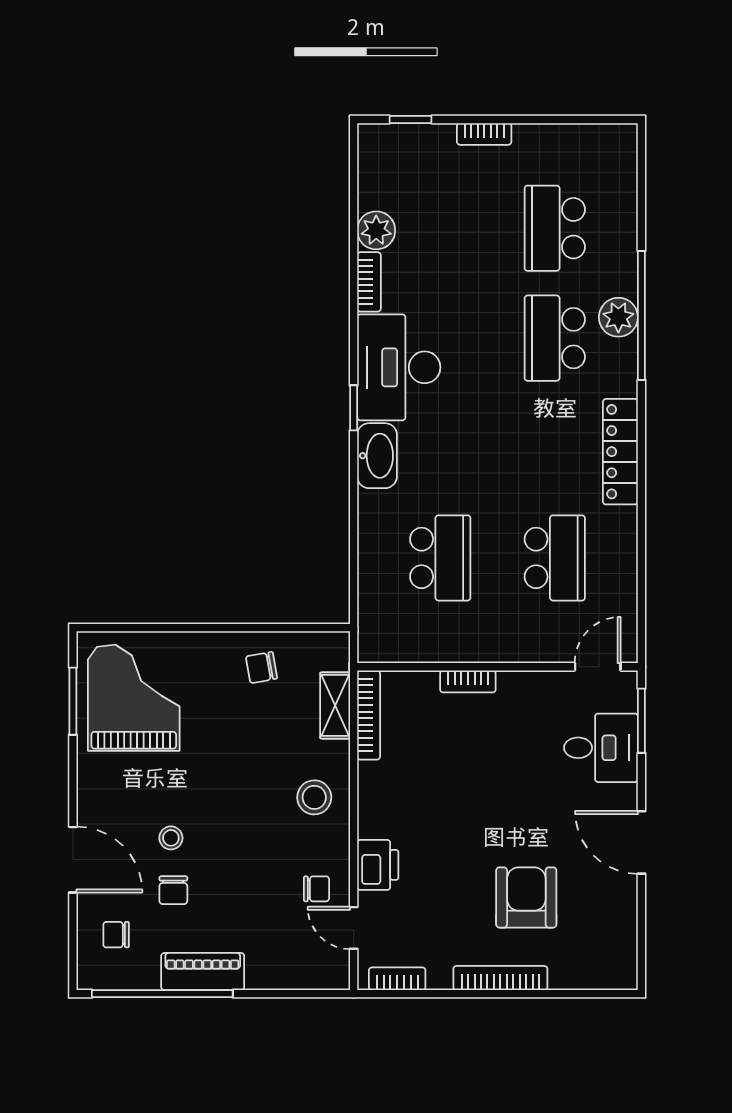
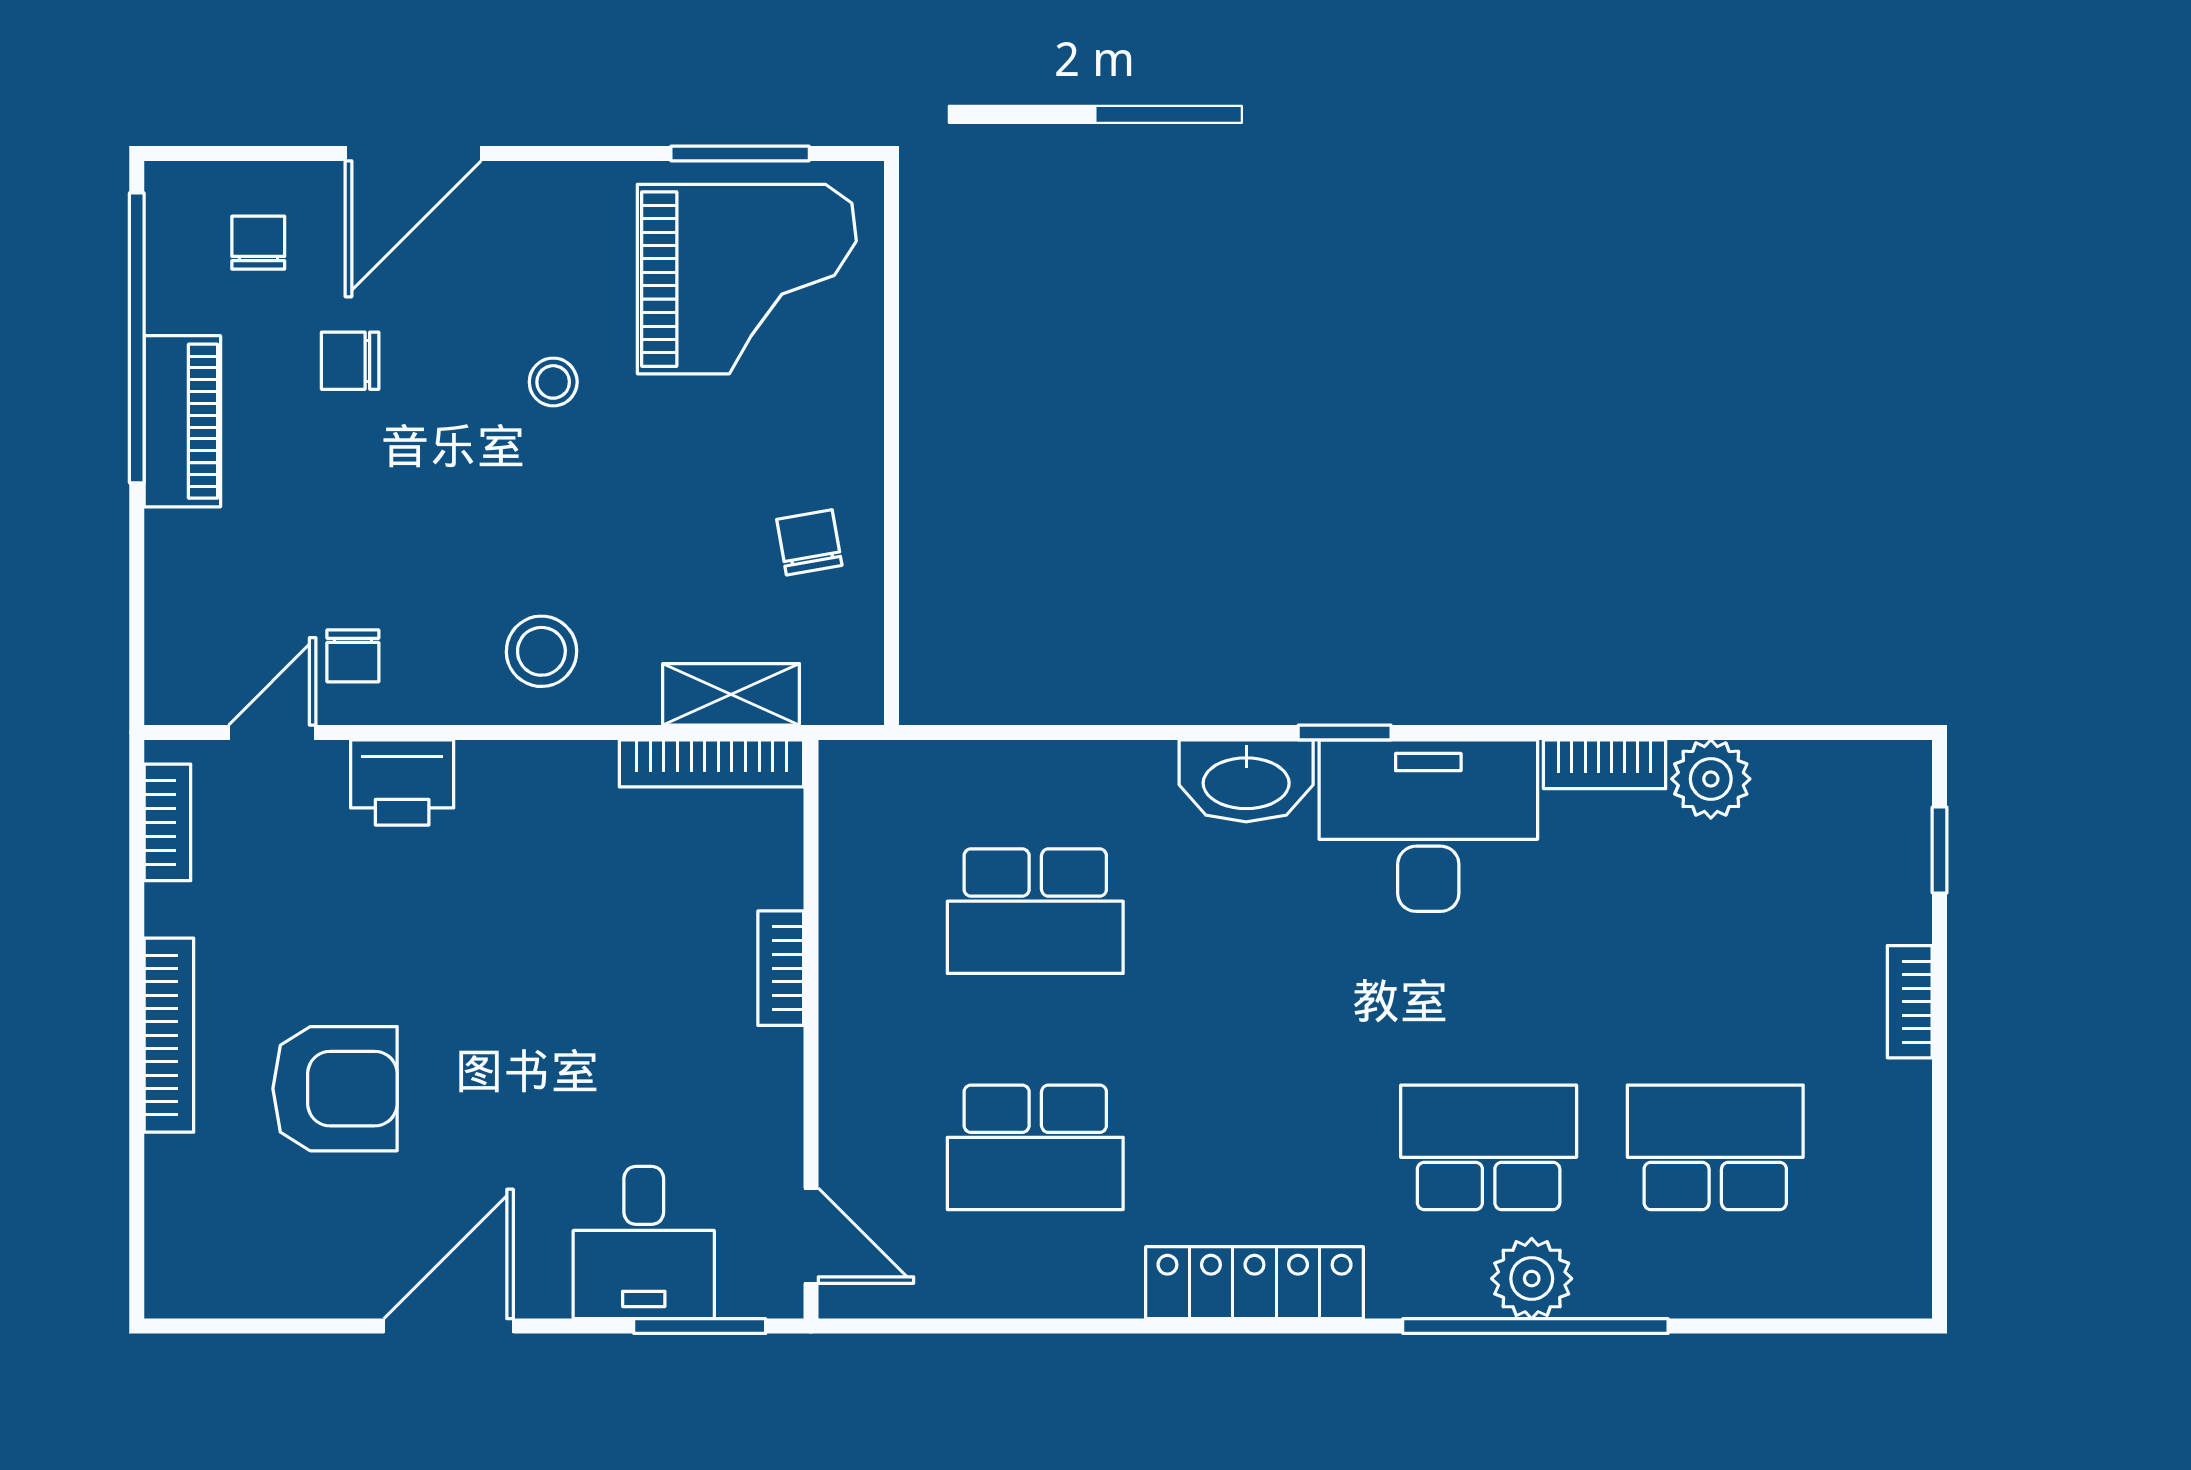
stool: (171, 838) -> (553, 382), moved

